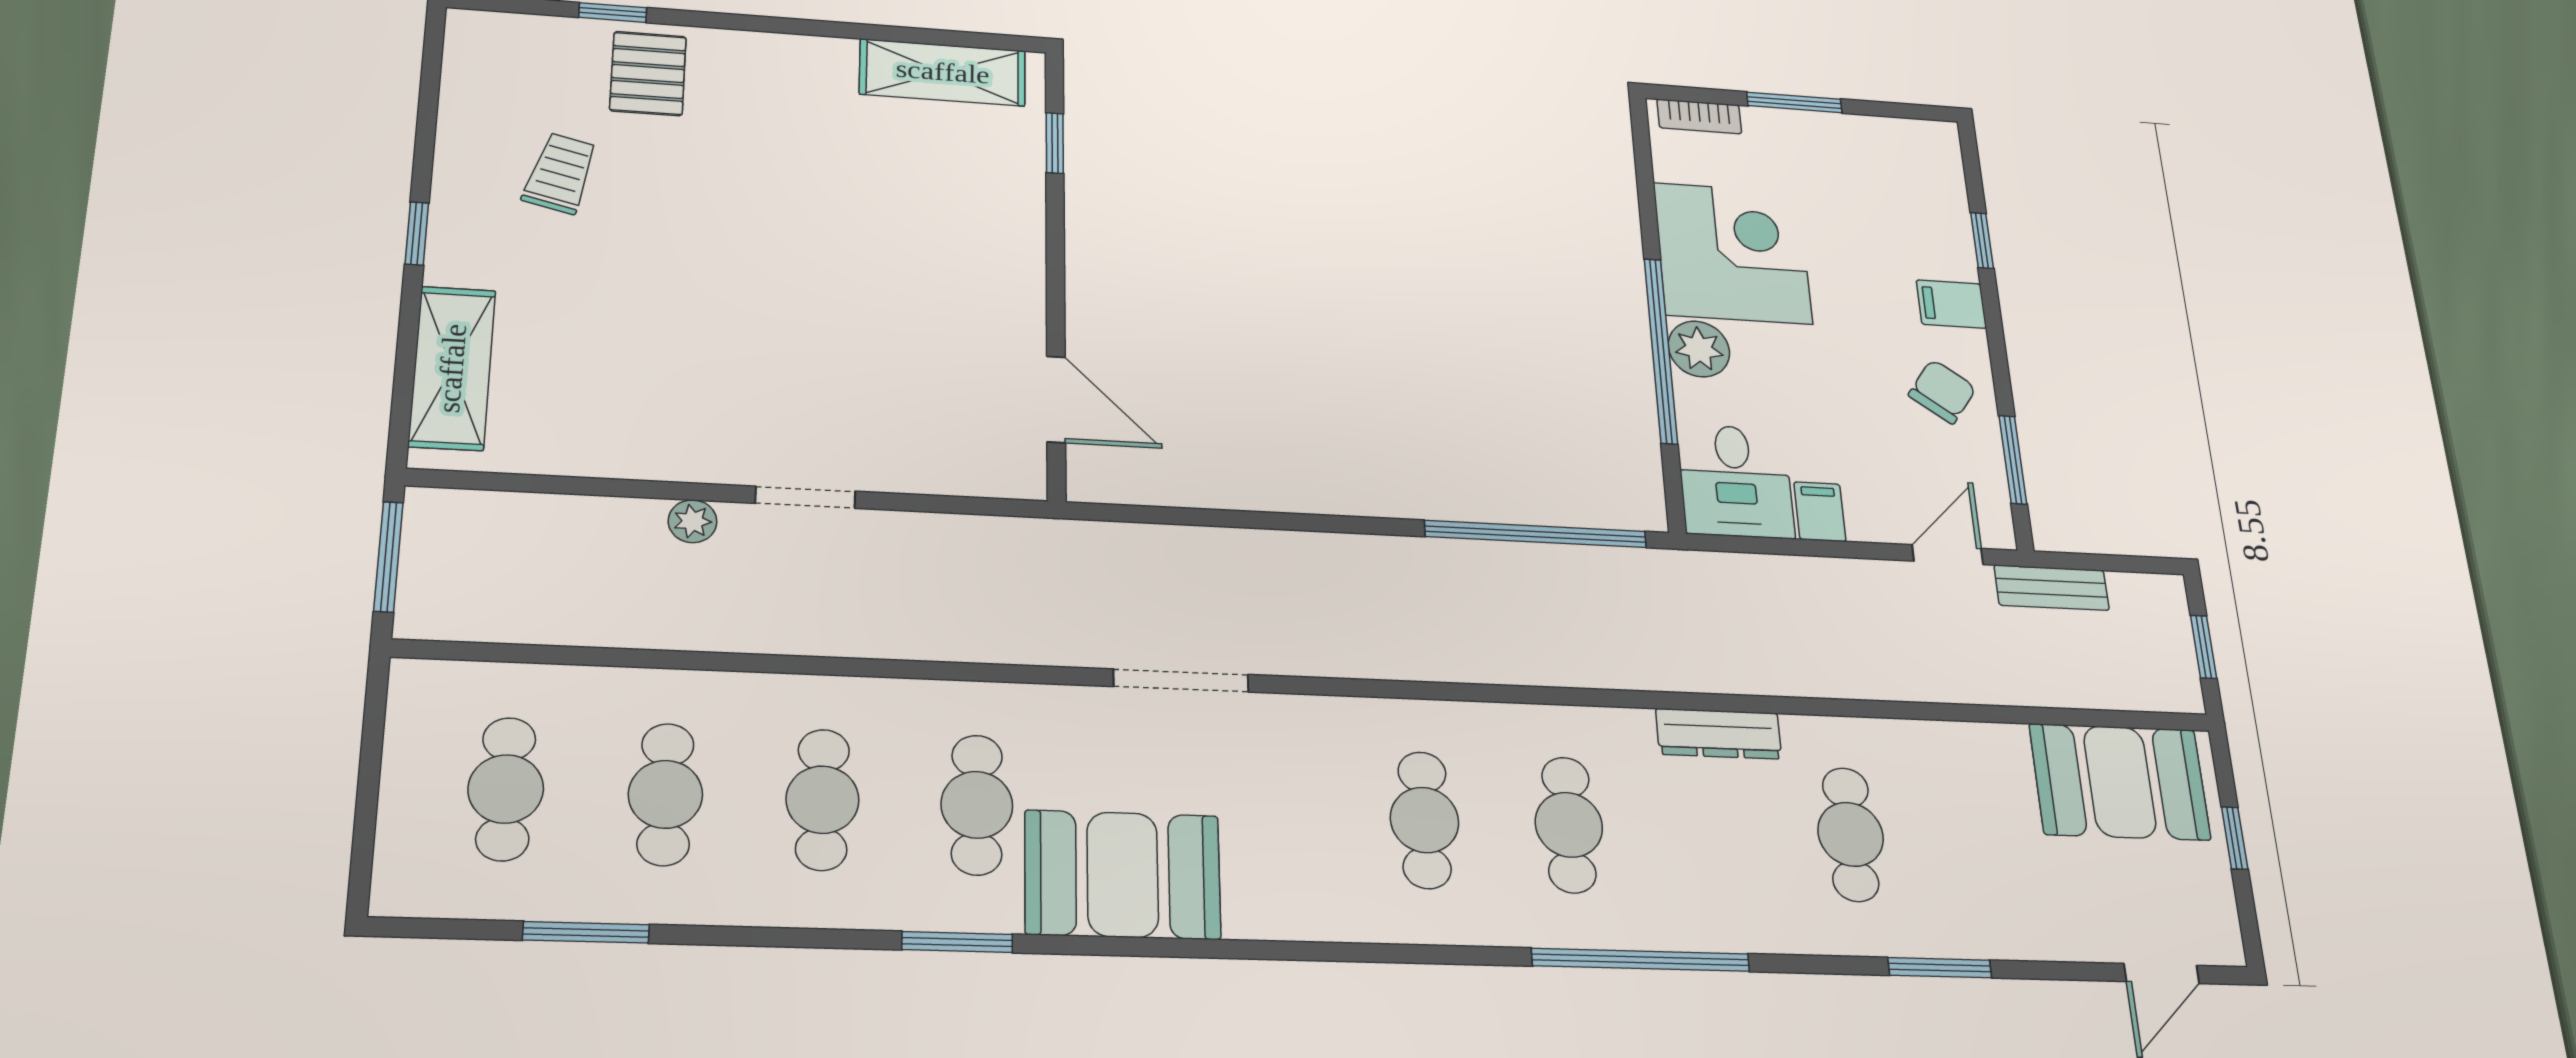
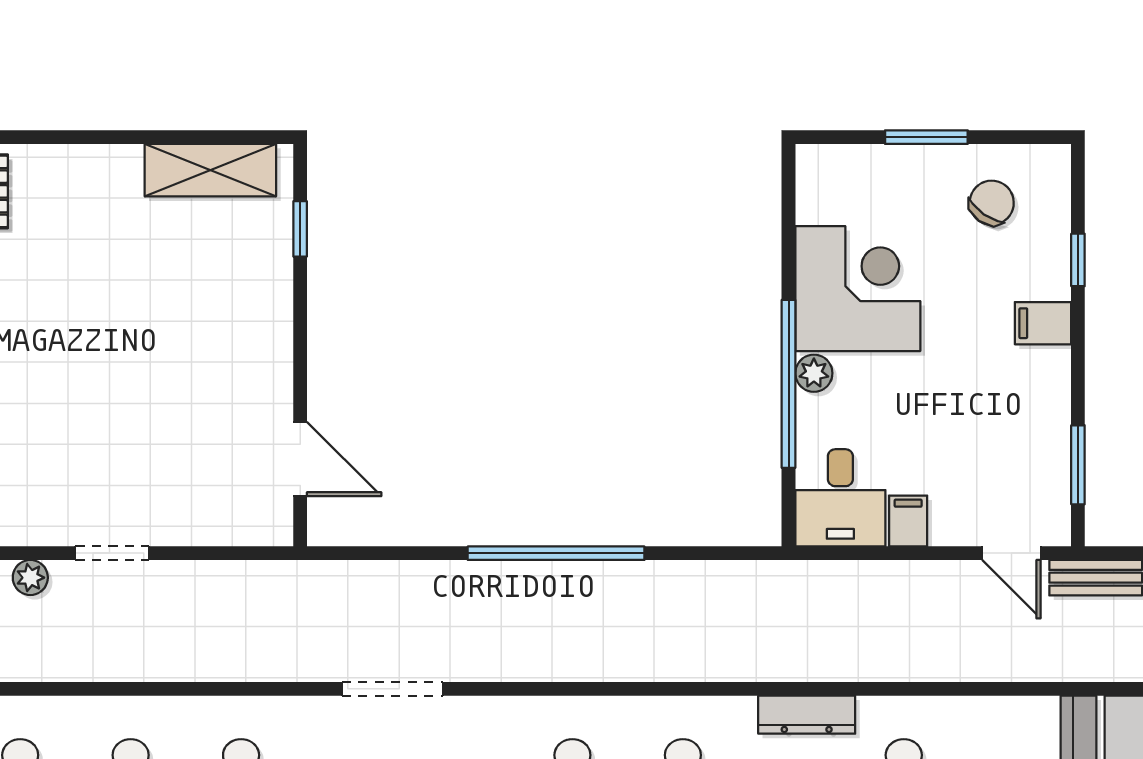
bookcase: (1699, 116) -> (841, 158), removed
plant: (1699, 349) -> (814, 373), width x0.73, depth x0.73
chair: (1942, 391) -> (992, 203), moved
window: (1536, 534) -> (556, 553), moved
door: (1948, 555) -> (1011, 553), swing flipped

